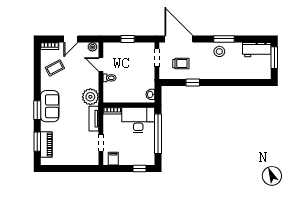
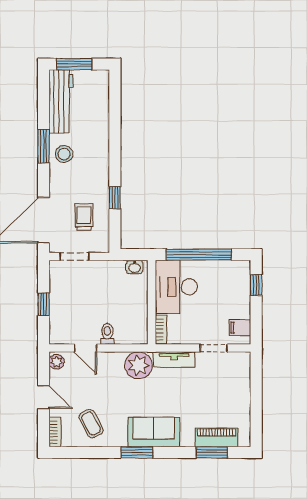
workbench: (257, 50) -> (61, 101), width x1.38
door: (101, 64) -> (85, 348), hinge flipped
window: (37, 110) -> (137, 452), moved

